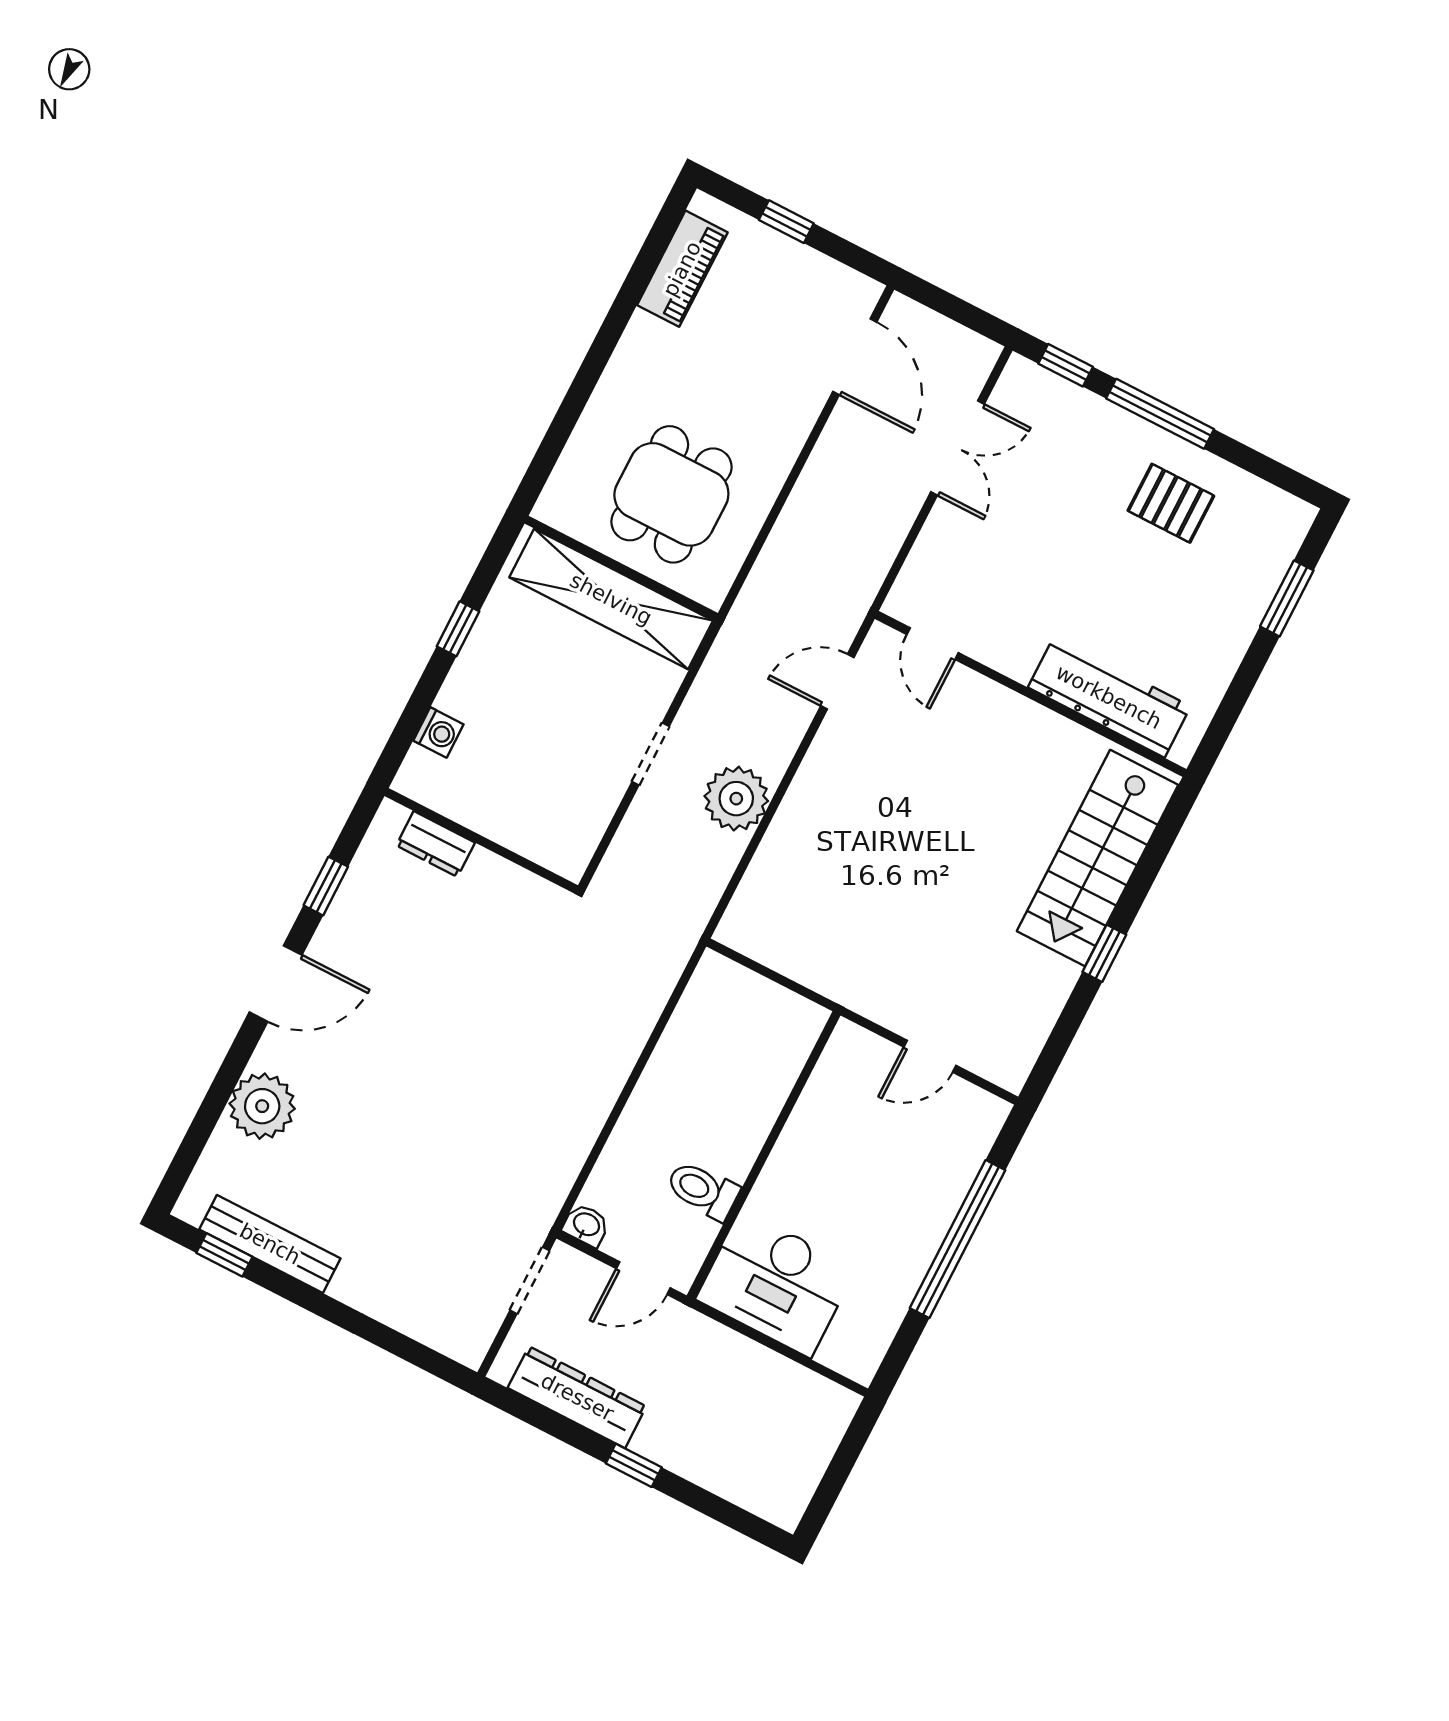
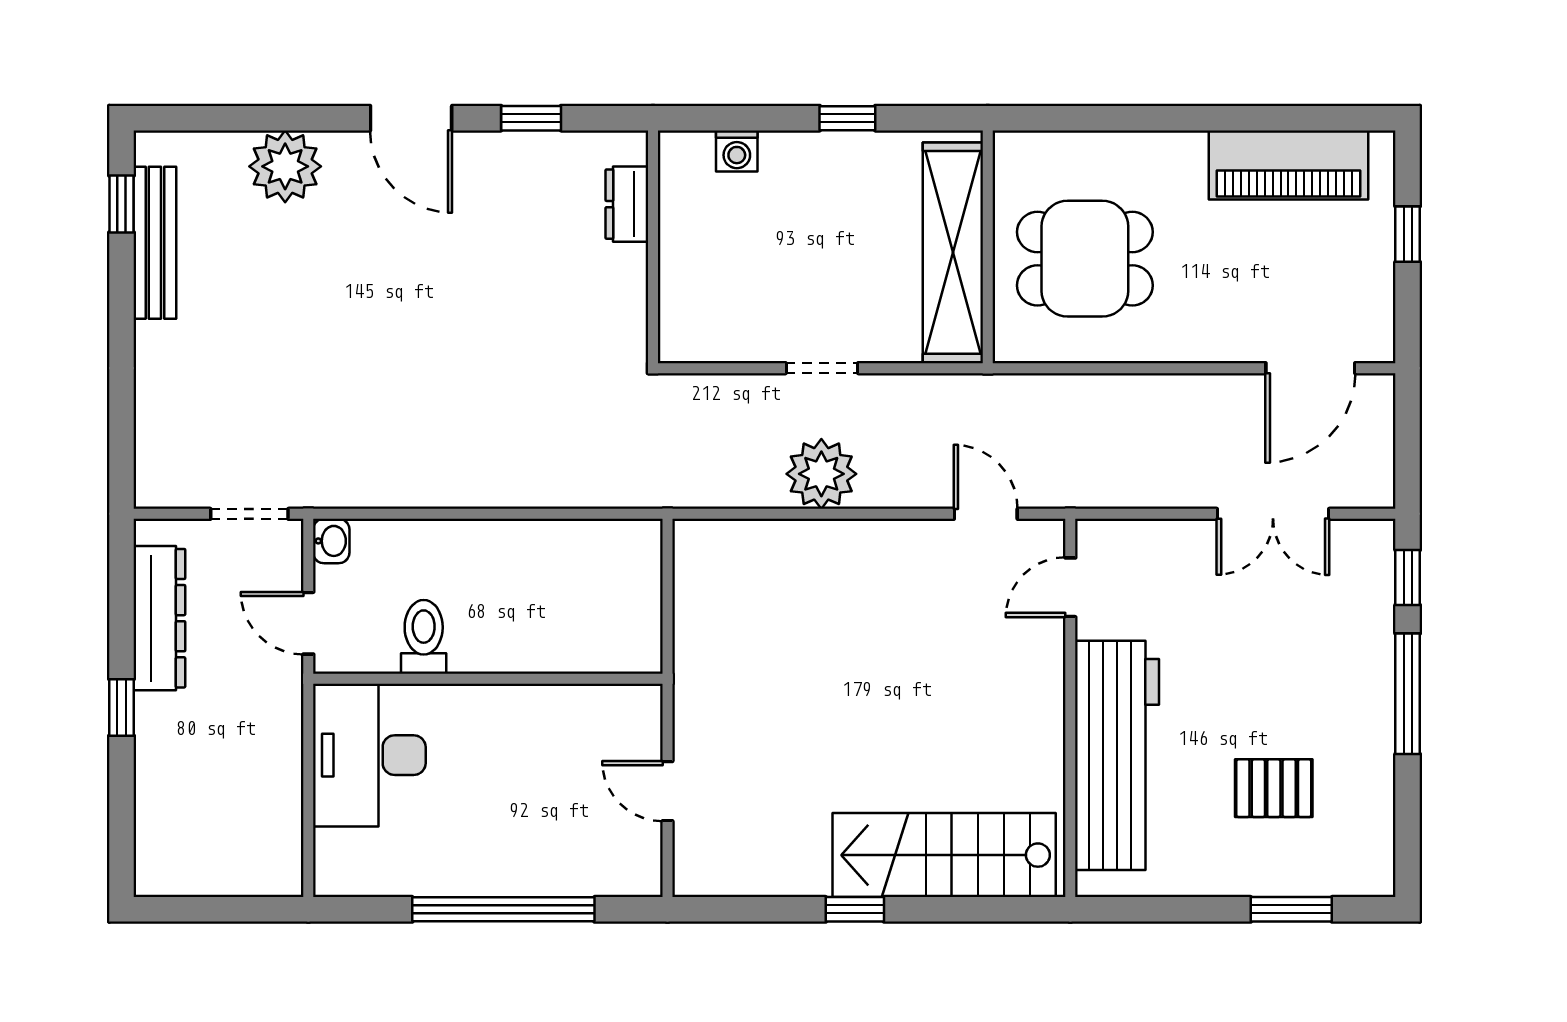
piano: (682, 269) -> (1288, 165), width x1.37, depth x1.33
pallet: (1171, 503) -> (1274, 788), moved, turned 90
workbench: (1109, 697) -> (1117, 755), width x1.36, depth x1.32

